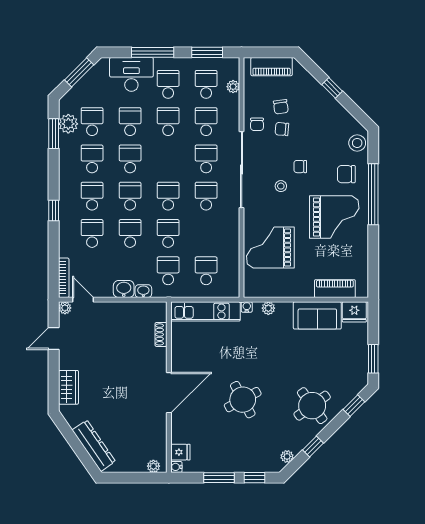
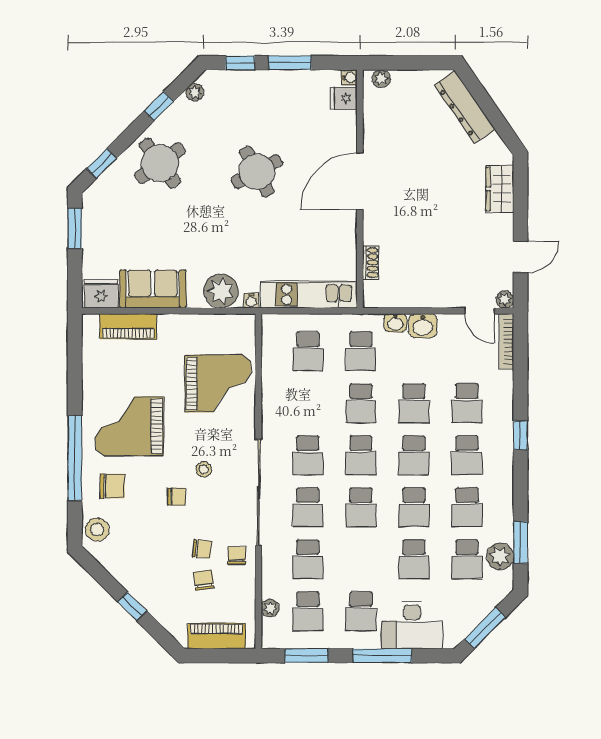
school desk: (168, 122) -> (361, 507), moved
plant: (268, 308) -> (221, 291), width x1.88, depth x1.88

